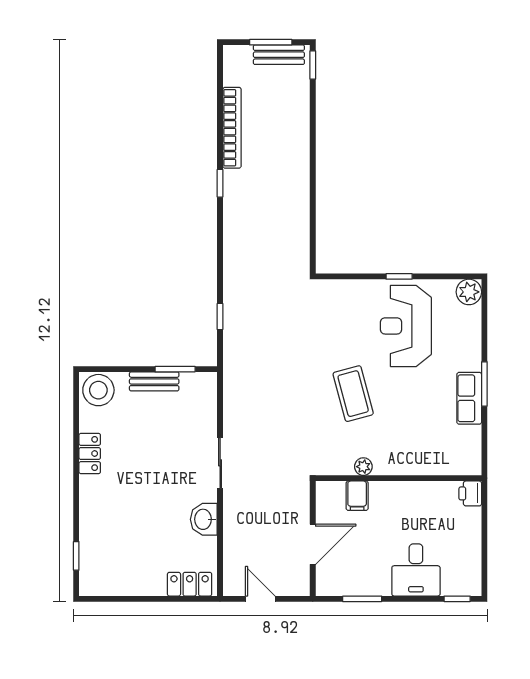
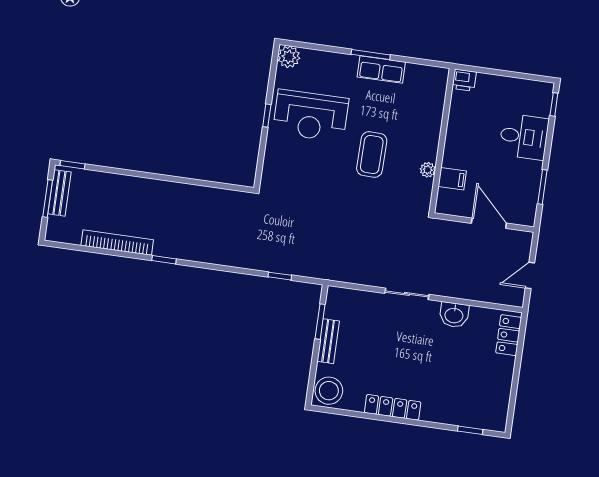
coffee table: (353, 394) -> (372, 155), moved, turned -74
locker: (90, 454) -> (393, 407), width x1.53

